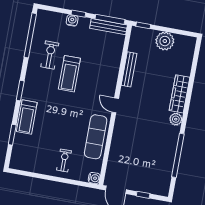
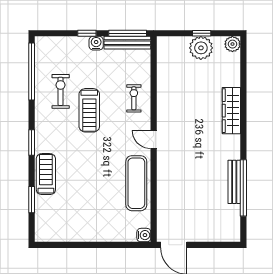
water cooler: (72, 20) -> (96, 43), moved
window: (143, 25) -> (202, 33), moved
bench: (129, 69) -> (234, 182), moved
treadmill: (27, 117) -> (46, 174), turned 180
plant: (176, 119) -> (232, 44), moved
exercise bike: (64, 160) -> (134, 98), moved
window: (143, 195) -> (209, 245), removed

